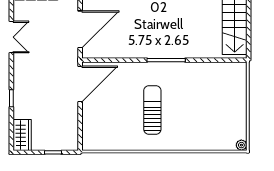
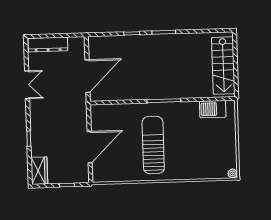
barbecue: (221, 71) -> (213, 109), added
door: (80, 84) -> (90, 147), moved
sun lounger: (152, 110) -> (153, 145), width x1.36, depth x1.34

